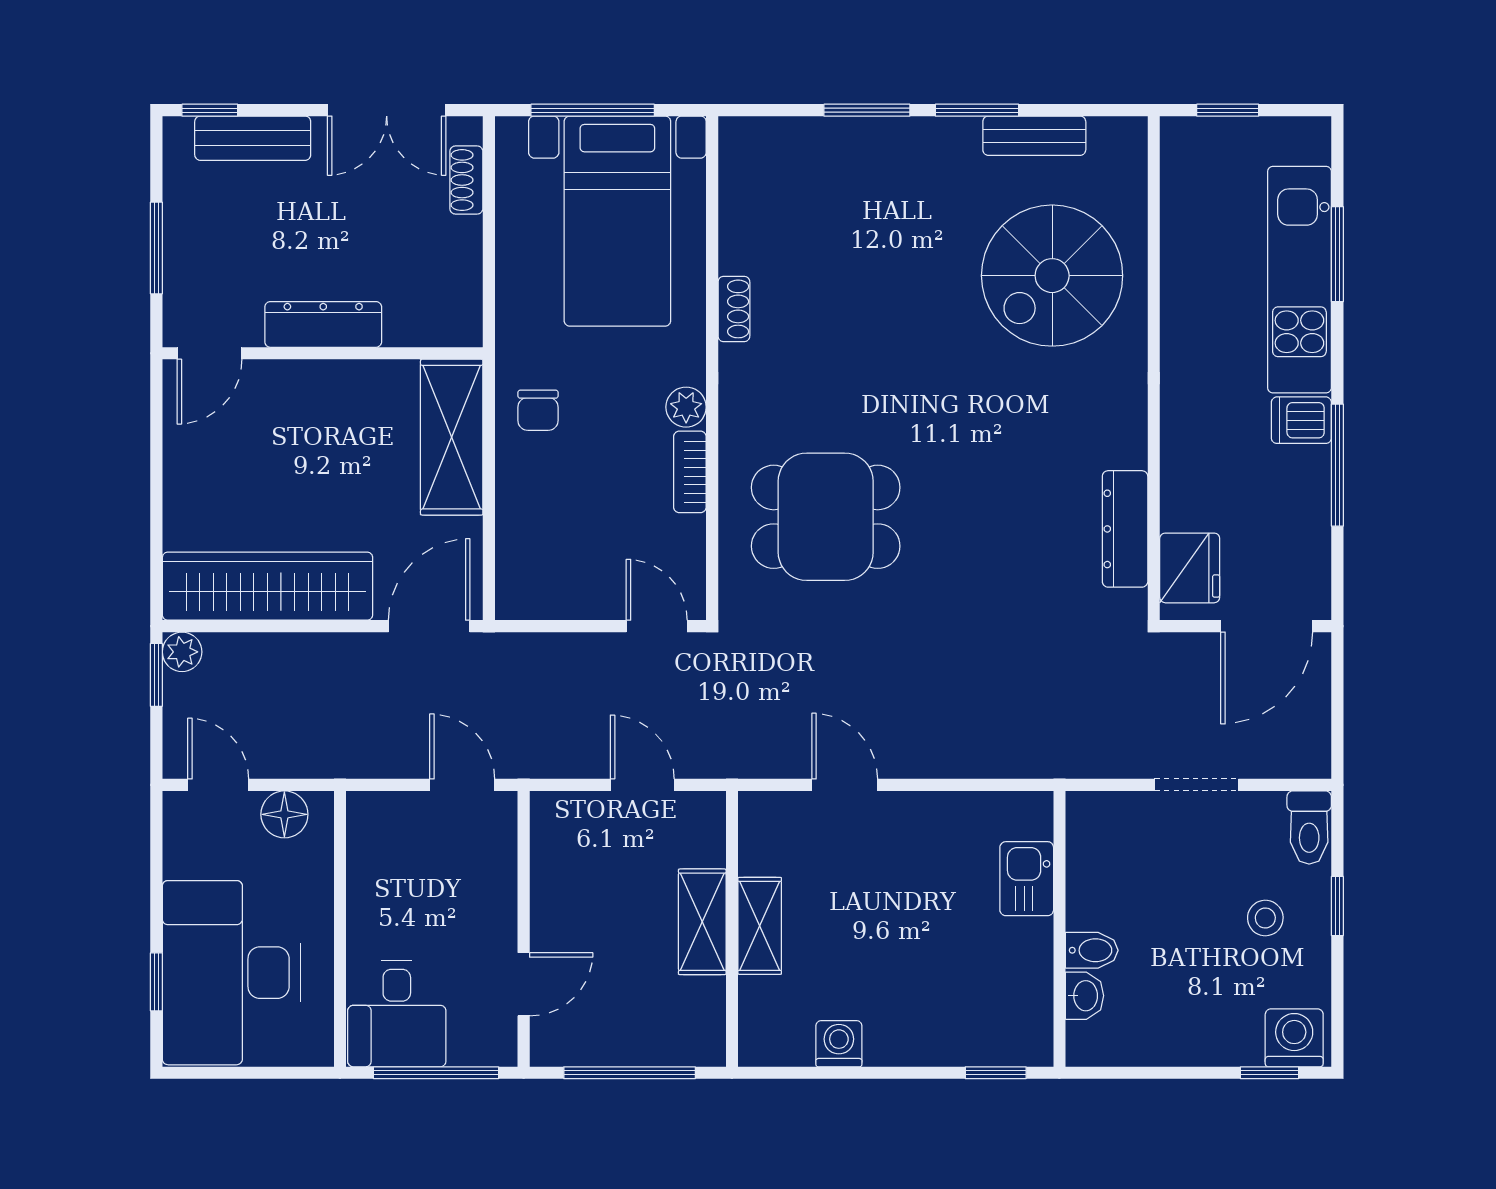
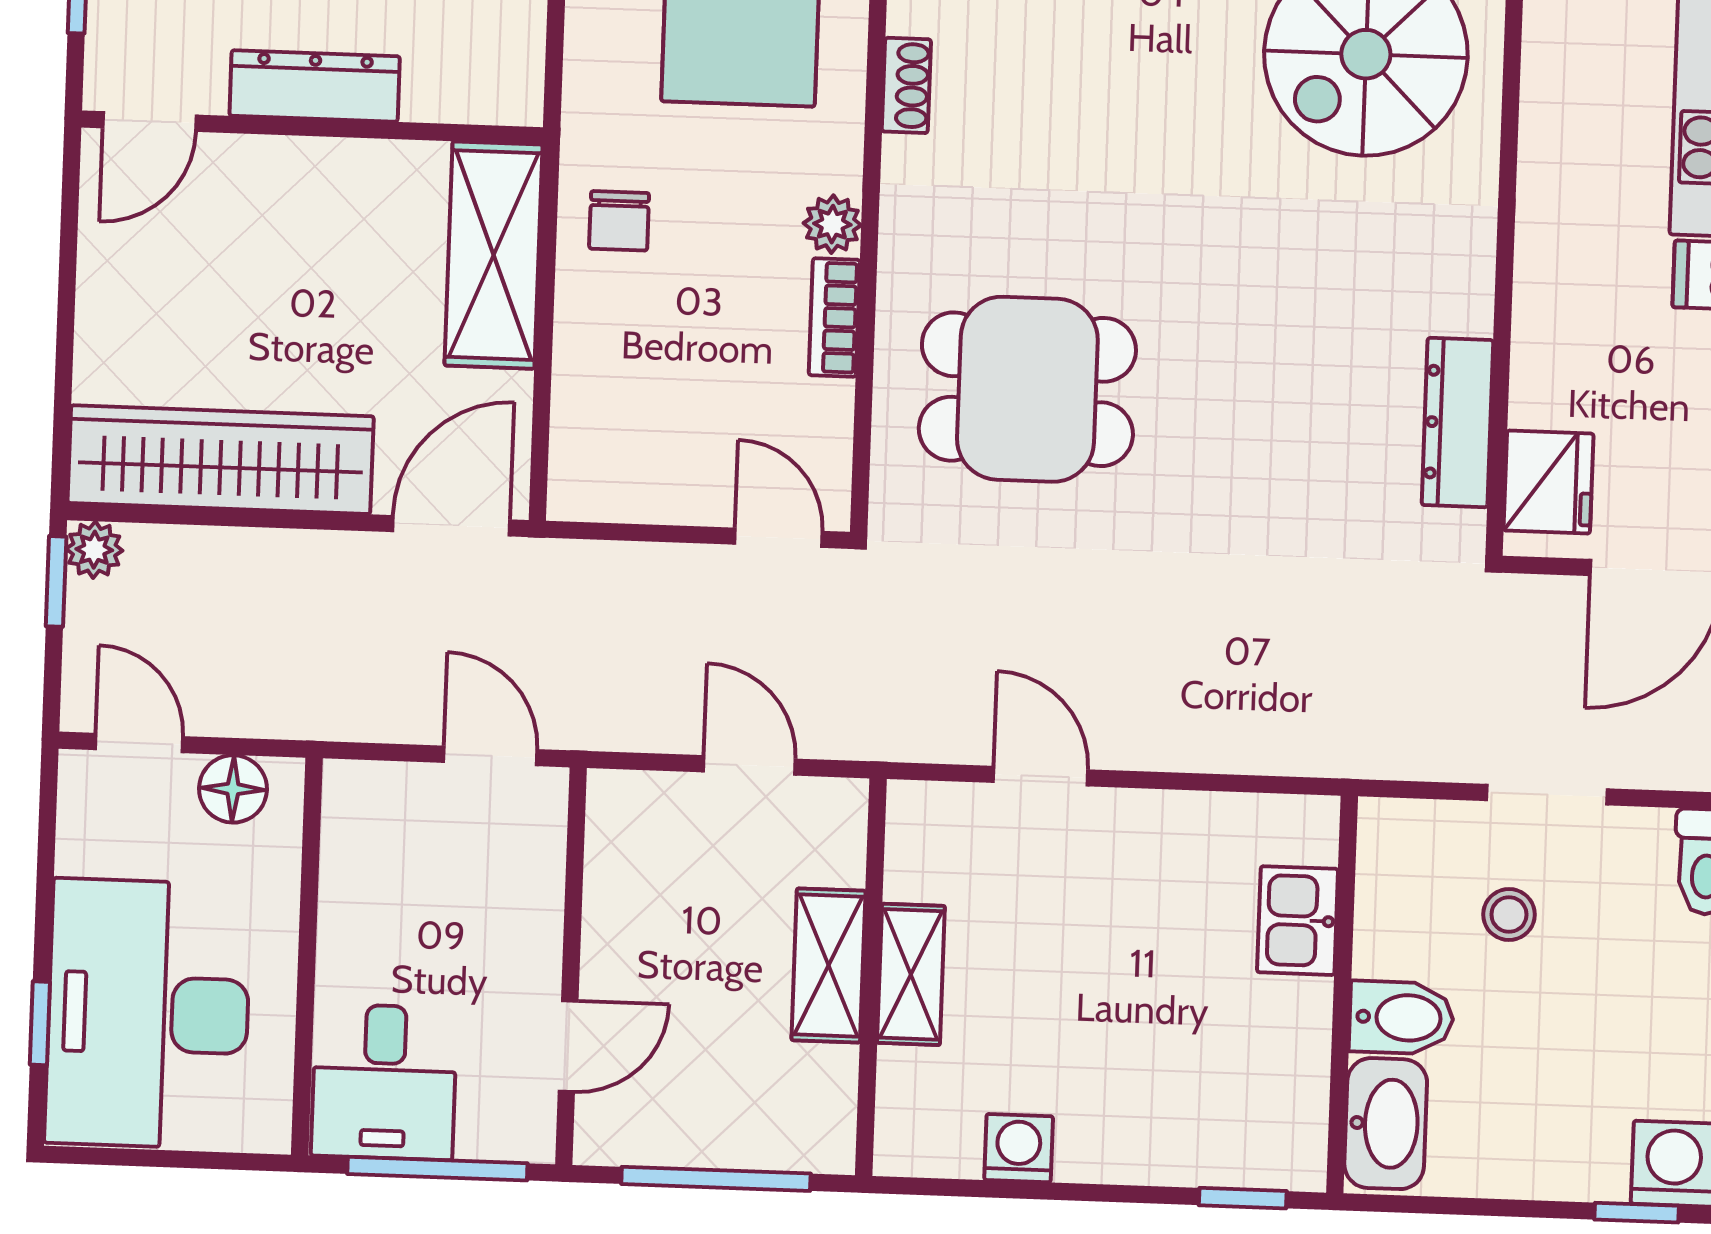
stool: (1265, 918) -> (1509, 915), moved
bidet: (1092, 950) -> (1401, 1018), width x1.38, depth x1.36
washbasin: (1085, 996) -> (1386, 1124), width x1.91, depth x1.45

